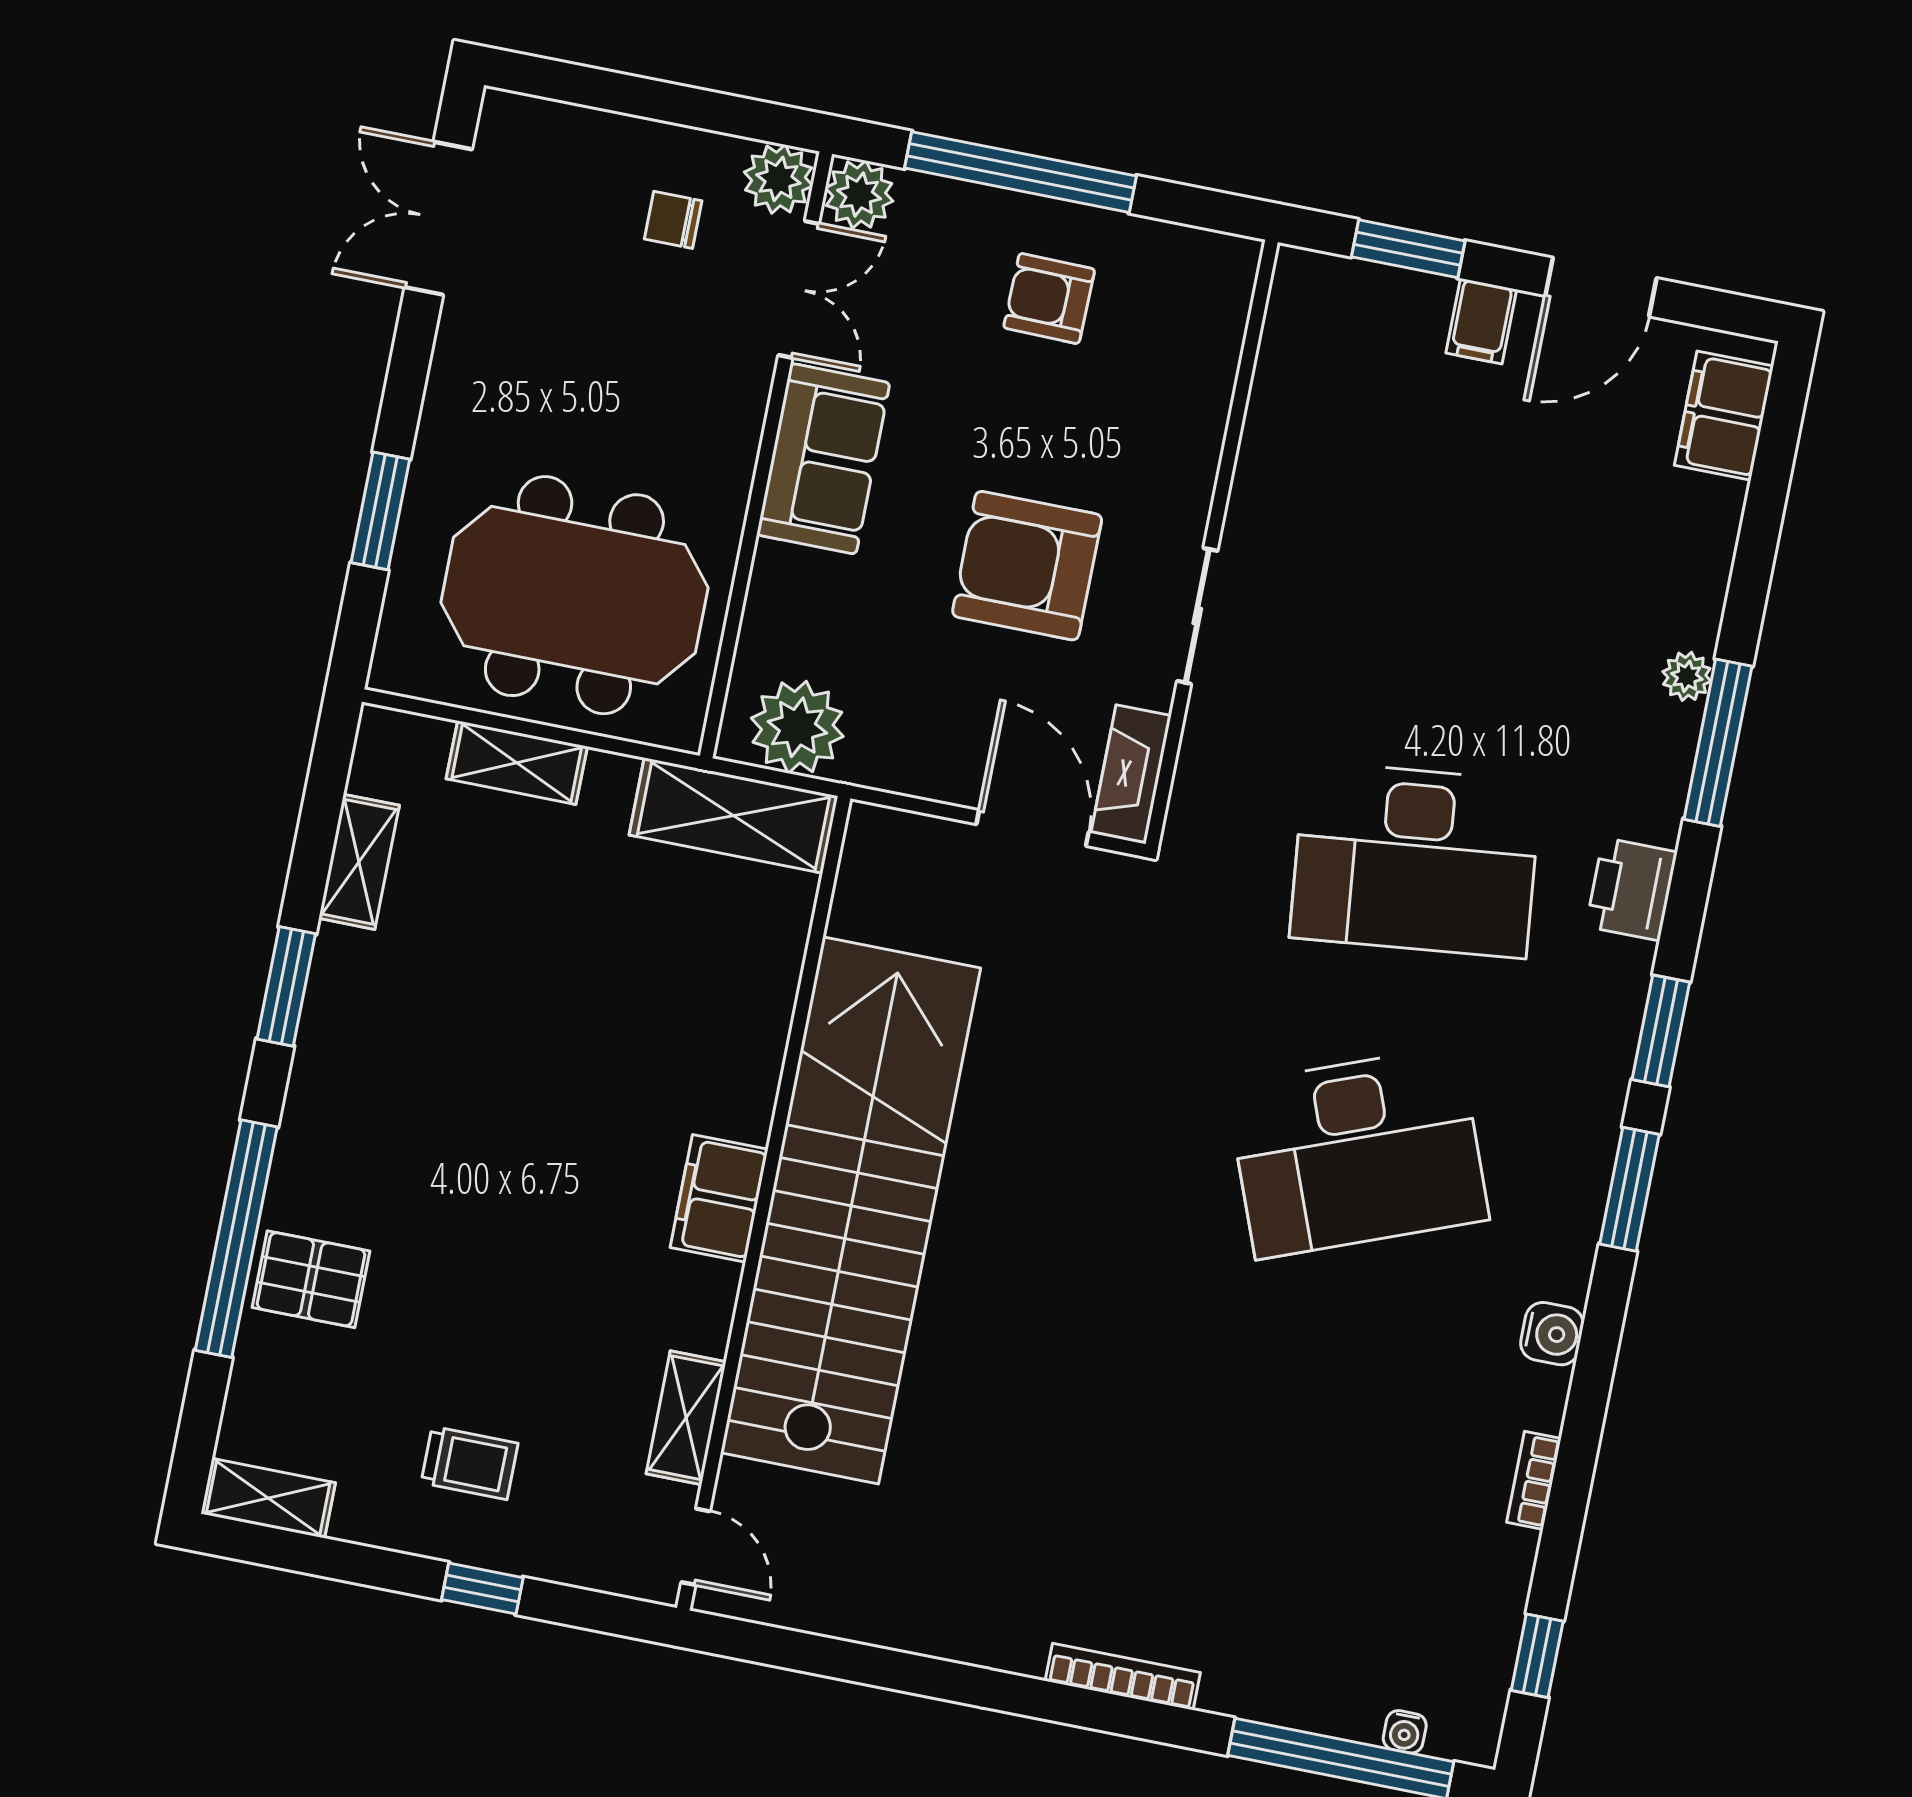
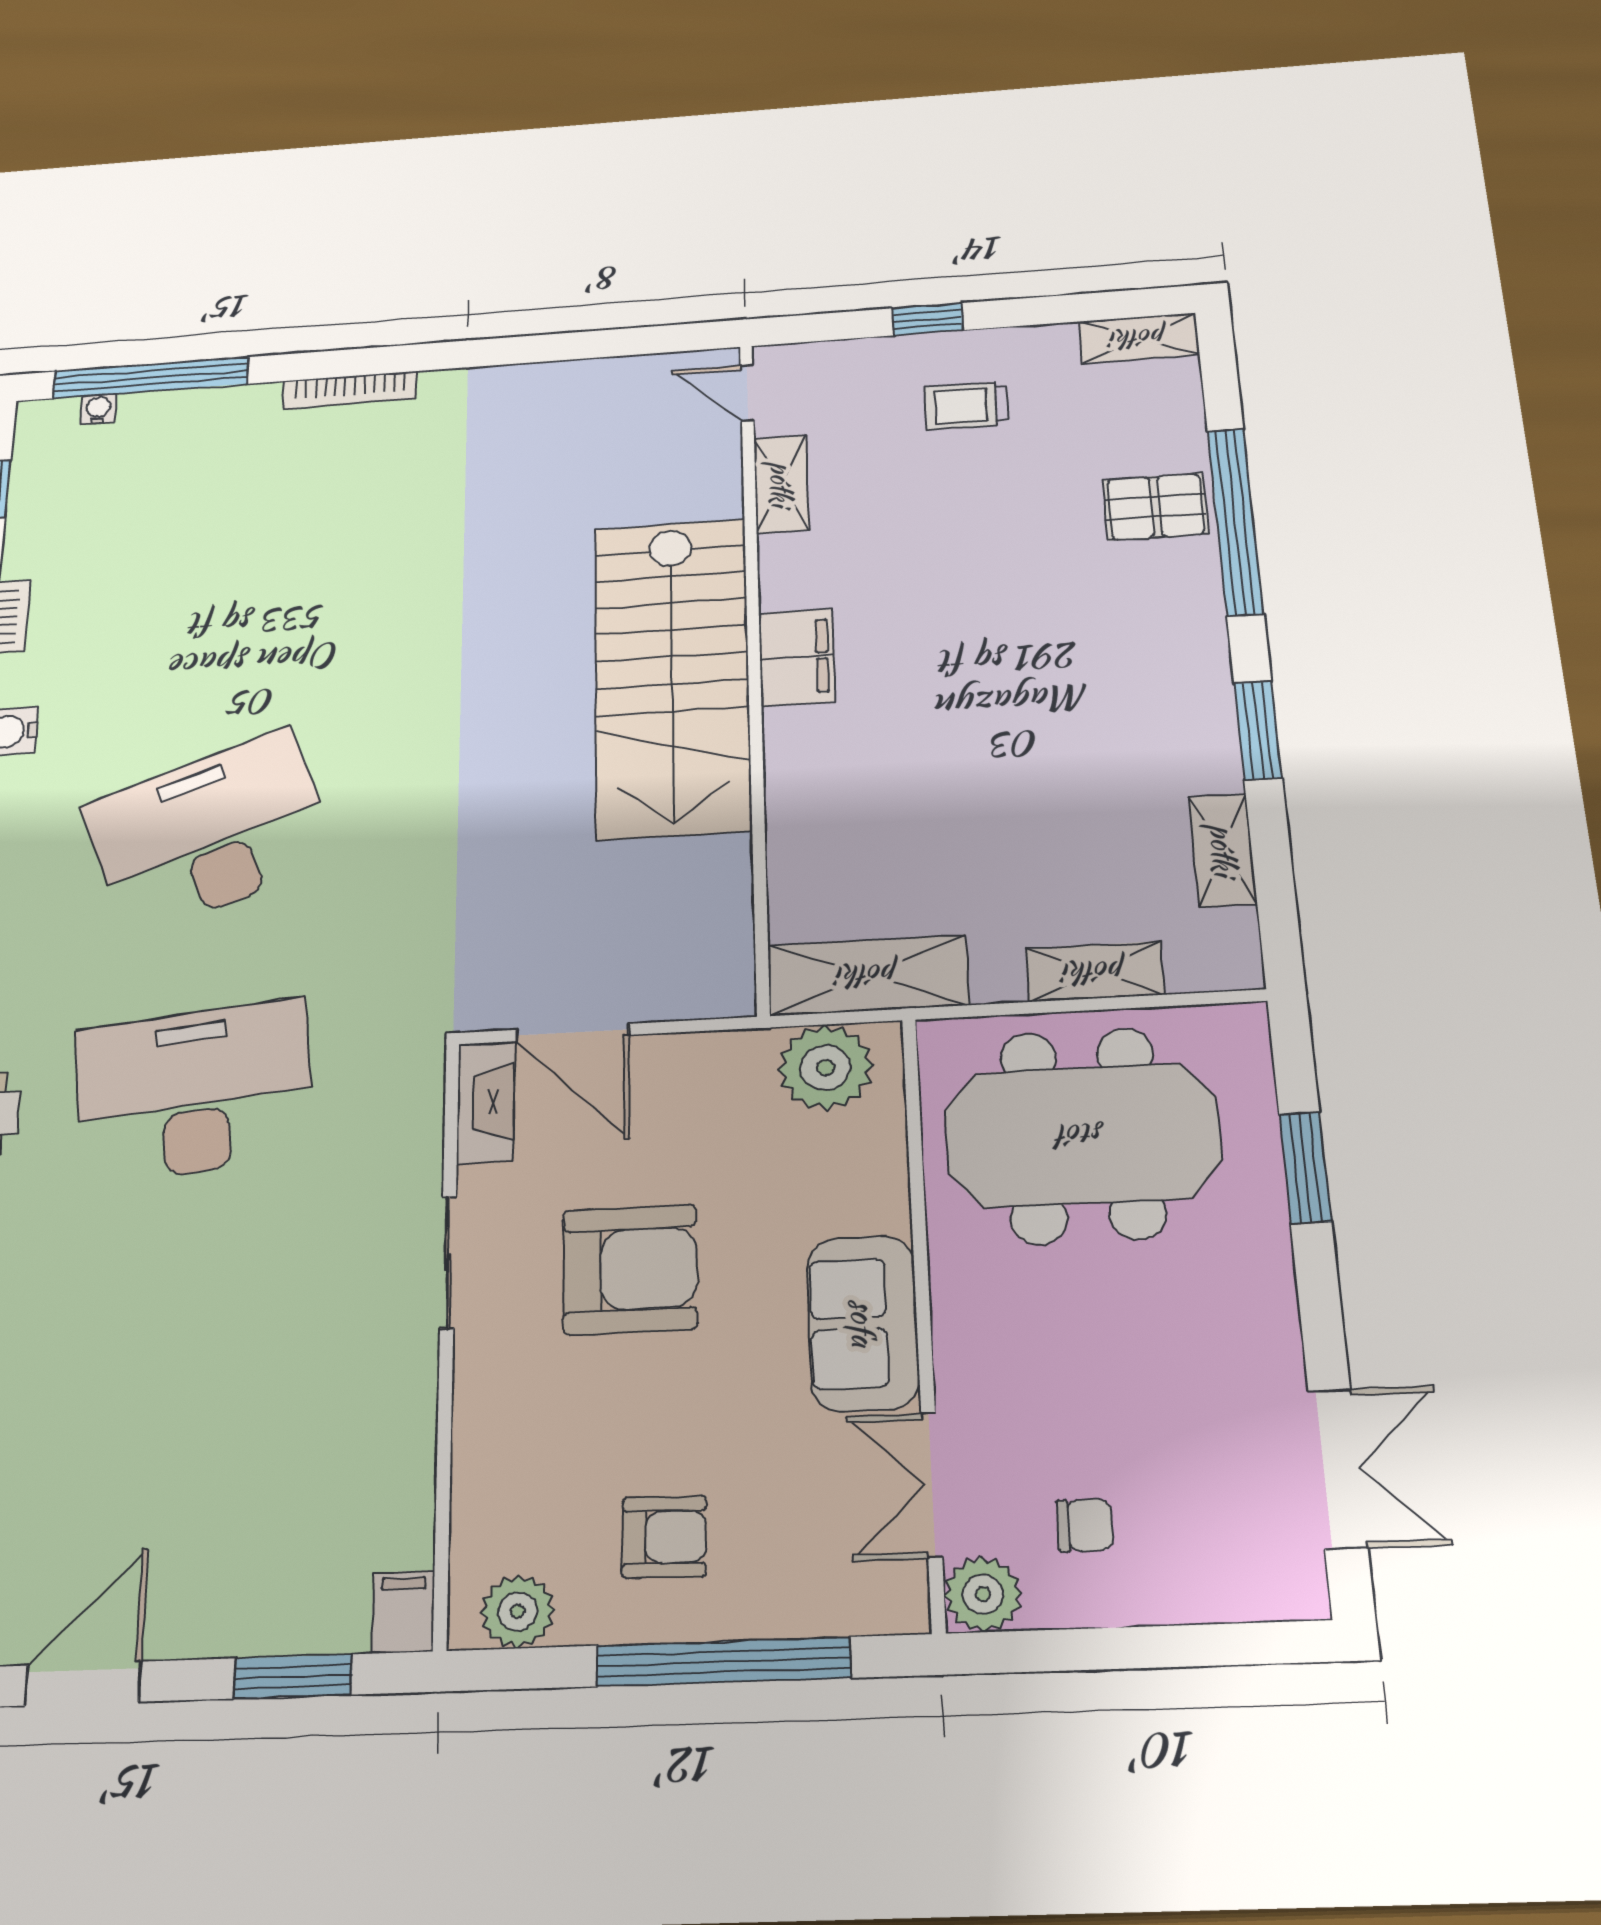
plant: (859, 194) -> (518, 1611), moved
filing cabinet: (1481, 321) -> (403, 1612), moved
stairs: (851, 1210) -> (672, 676), width x0.73

